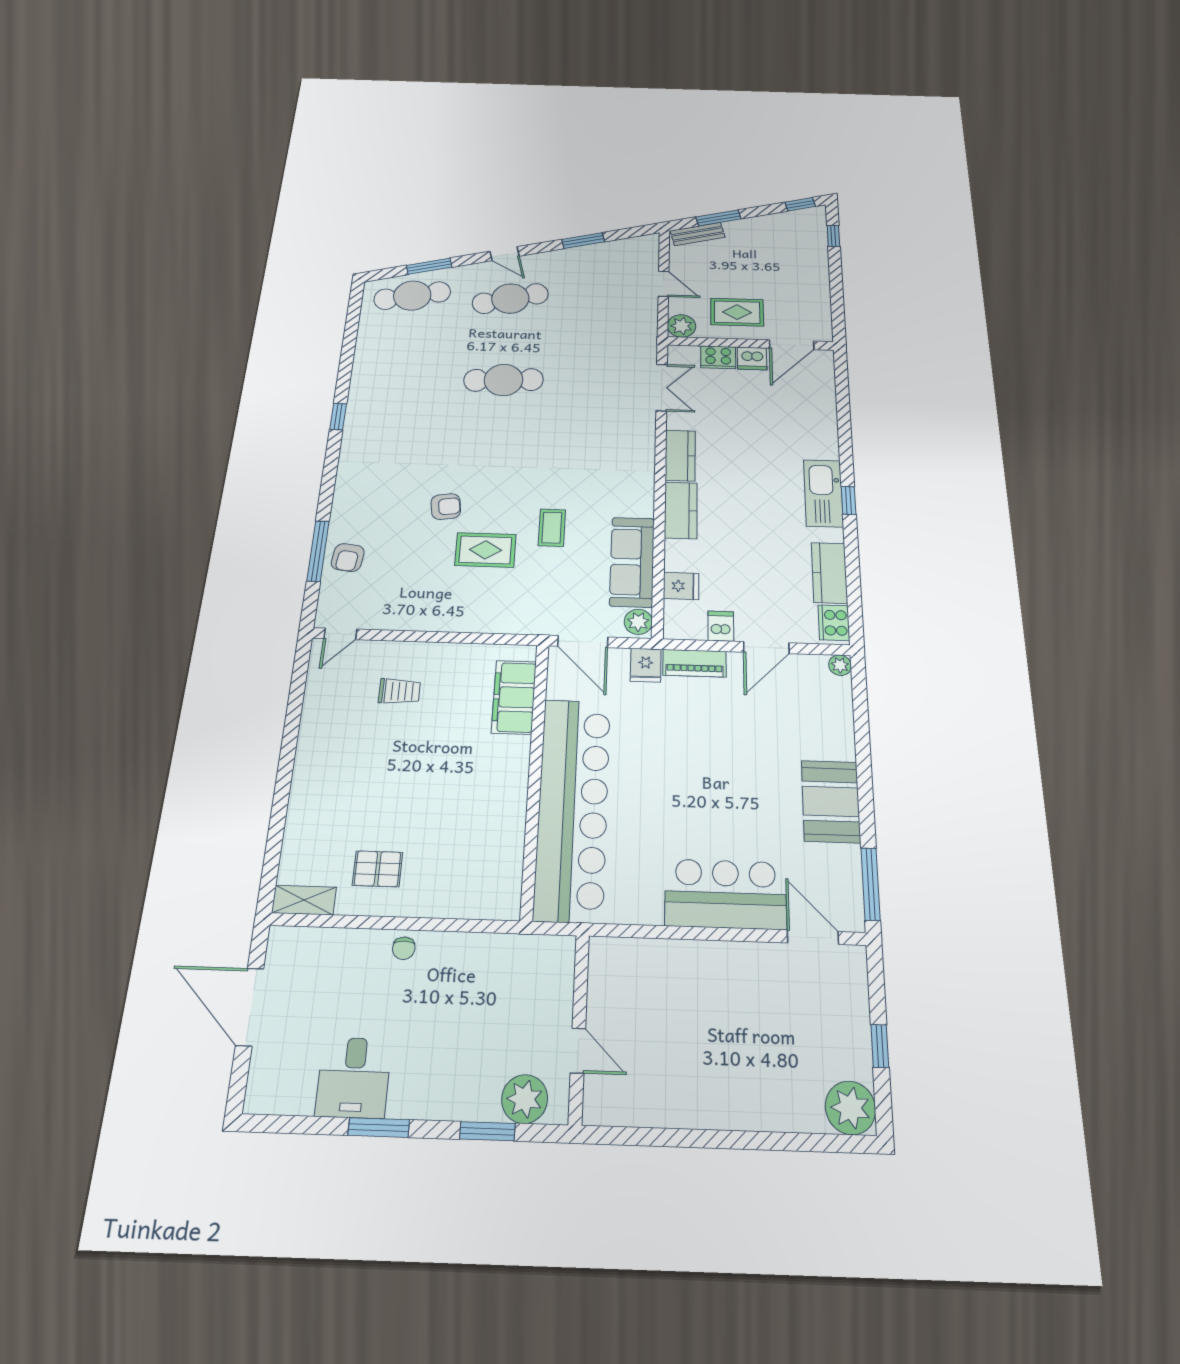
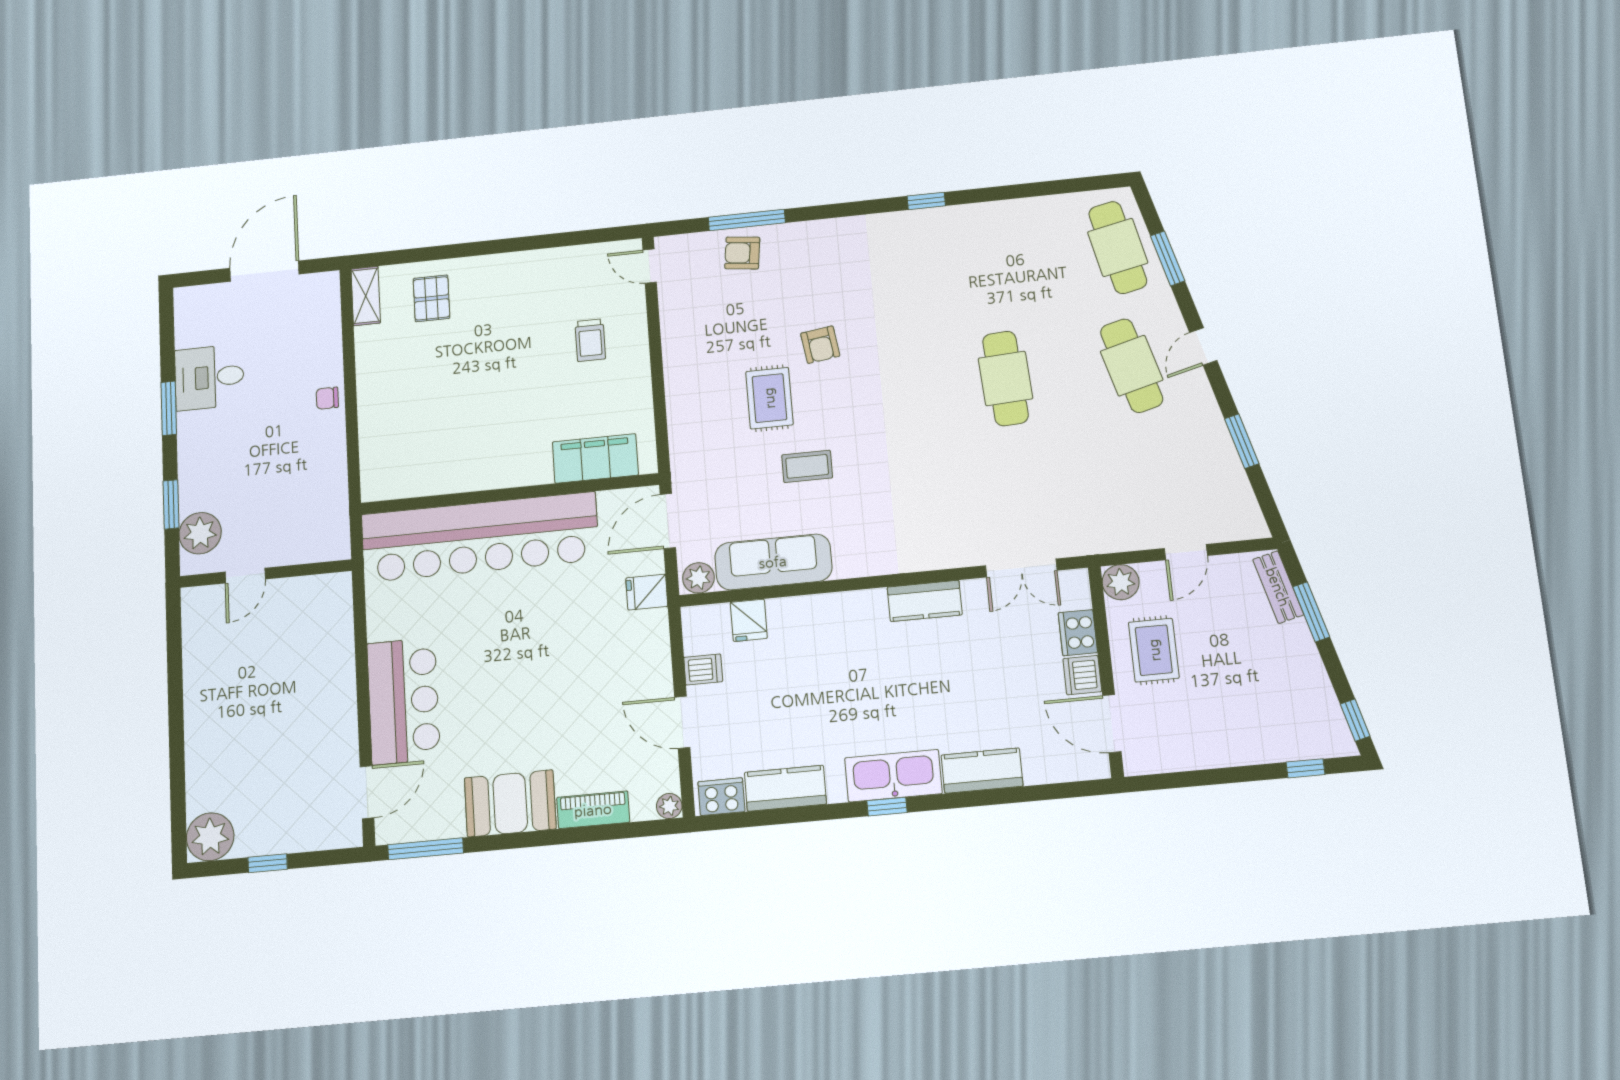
kitchen counter: (681, 510) -> (982, 771), moved, turned 180
piano: (694, 663) -> (593, 810), moved, turned 90
pallet: (378, 869) -> (431, 298), moved

